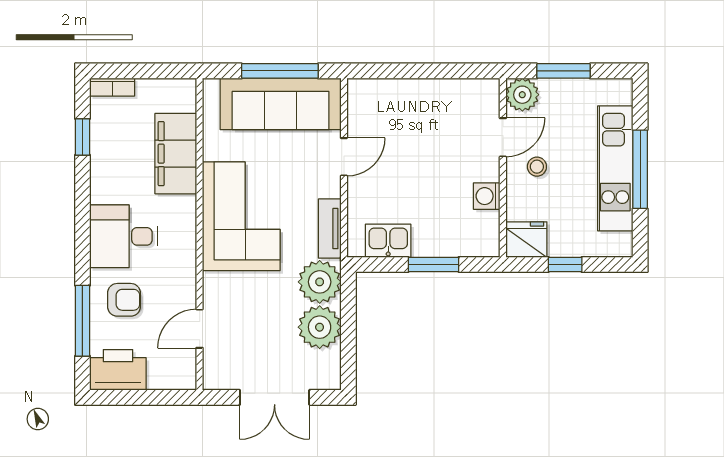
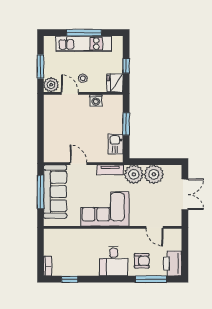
filing cabinet: (176, 154) -> (77, 238), removed
armchair: (124, 300) -> (142, 261), turned 90

